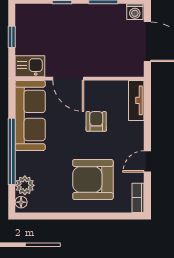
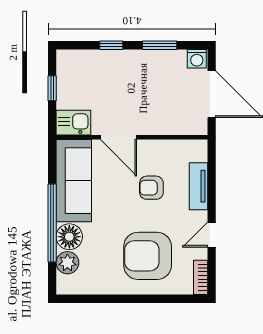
tv unit: (136, 100) -> (198, 186), moved
armchair: (96, 121) -> (151, 188), turned -90
floor lamp: (21, 202) -> (69, 237), moved, width x1.89, depth x1.89

